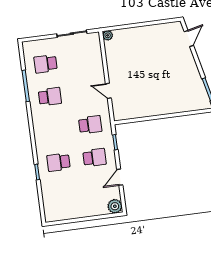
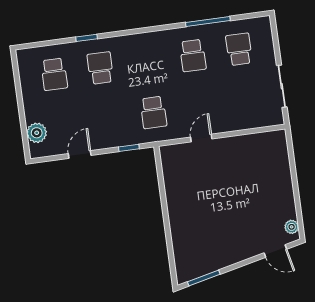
plant: (108, 35) -> (292, 227), moved
school desk: (95, 158) -> (54, 74), moved
door: (120, 177) -> (80, 154), hinge flipped
plant: (115, 206) -> (37, 133), moved

